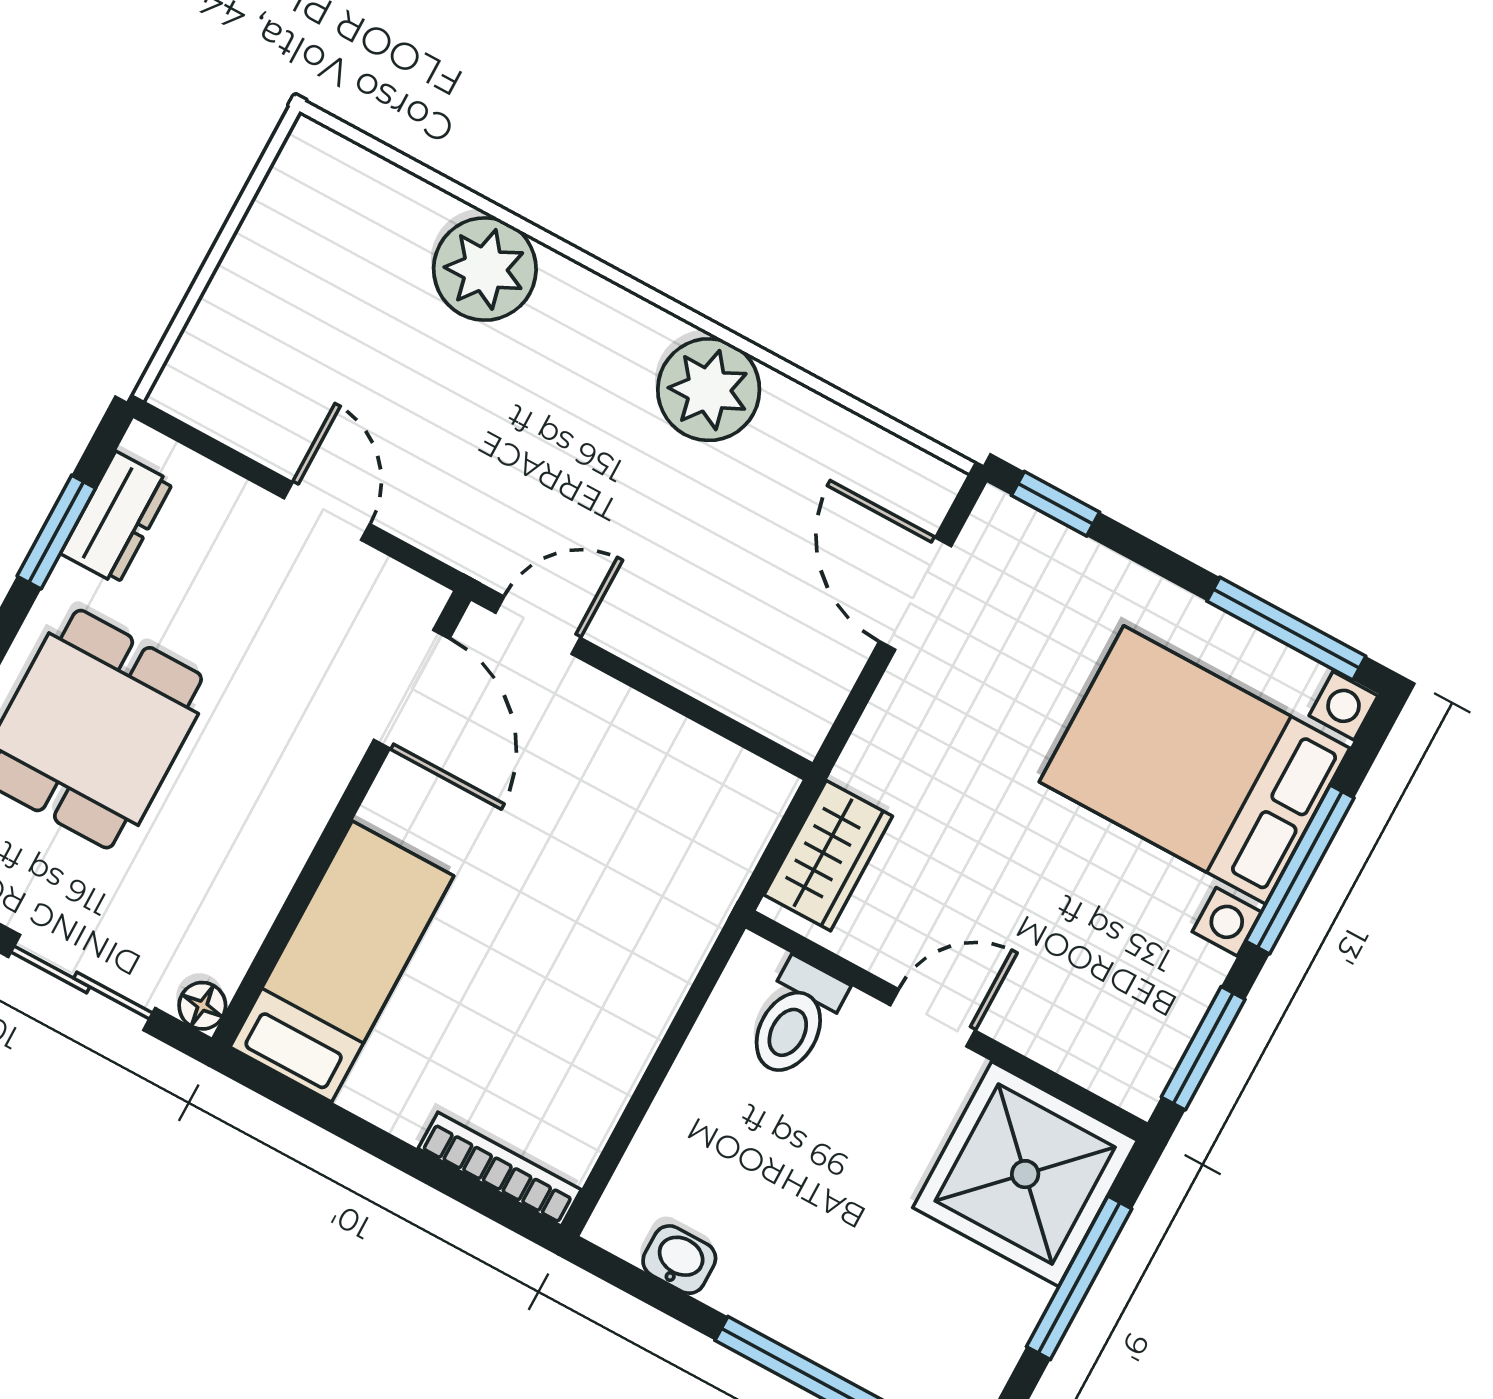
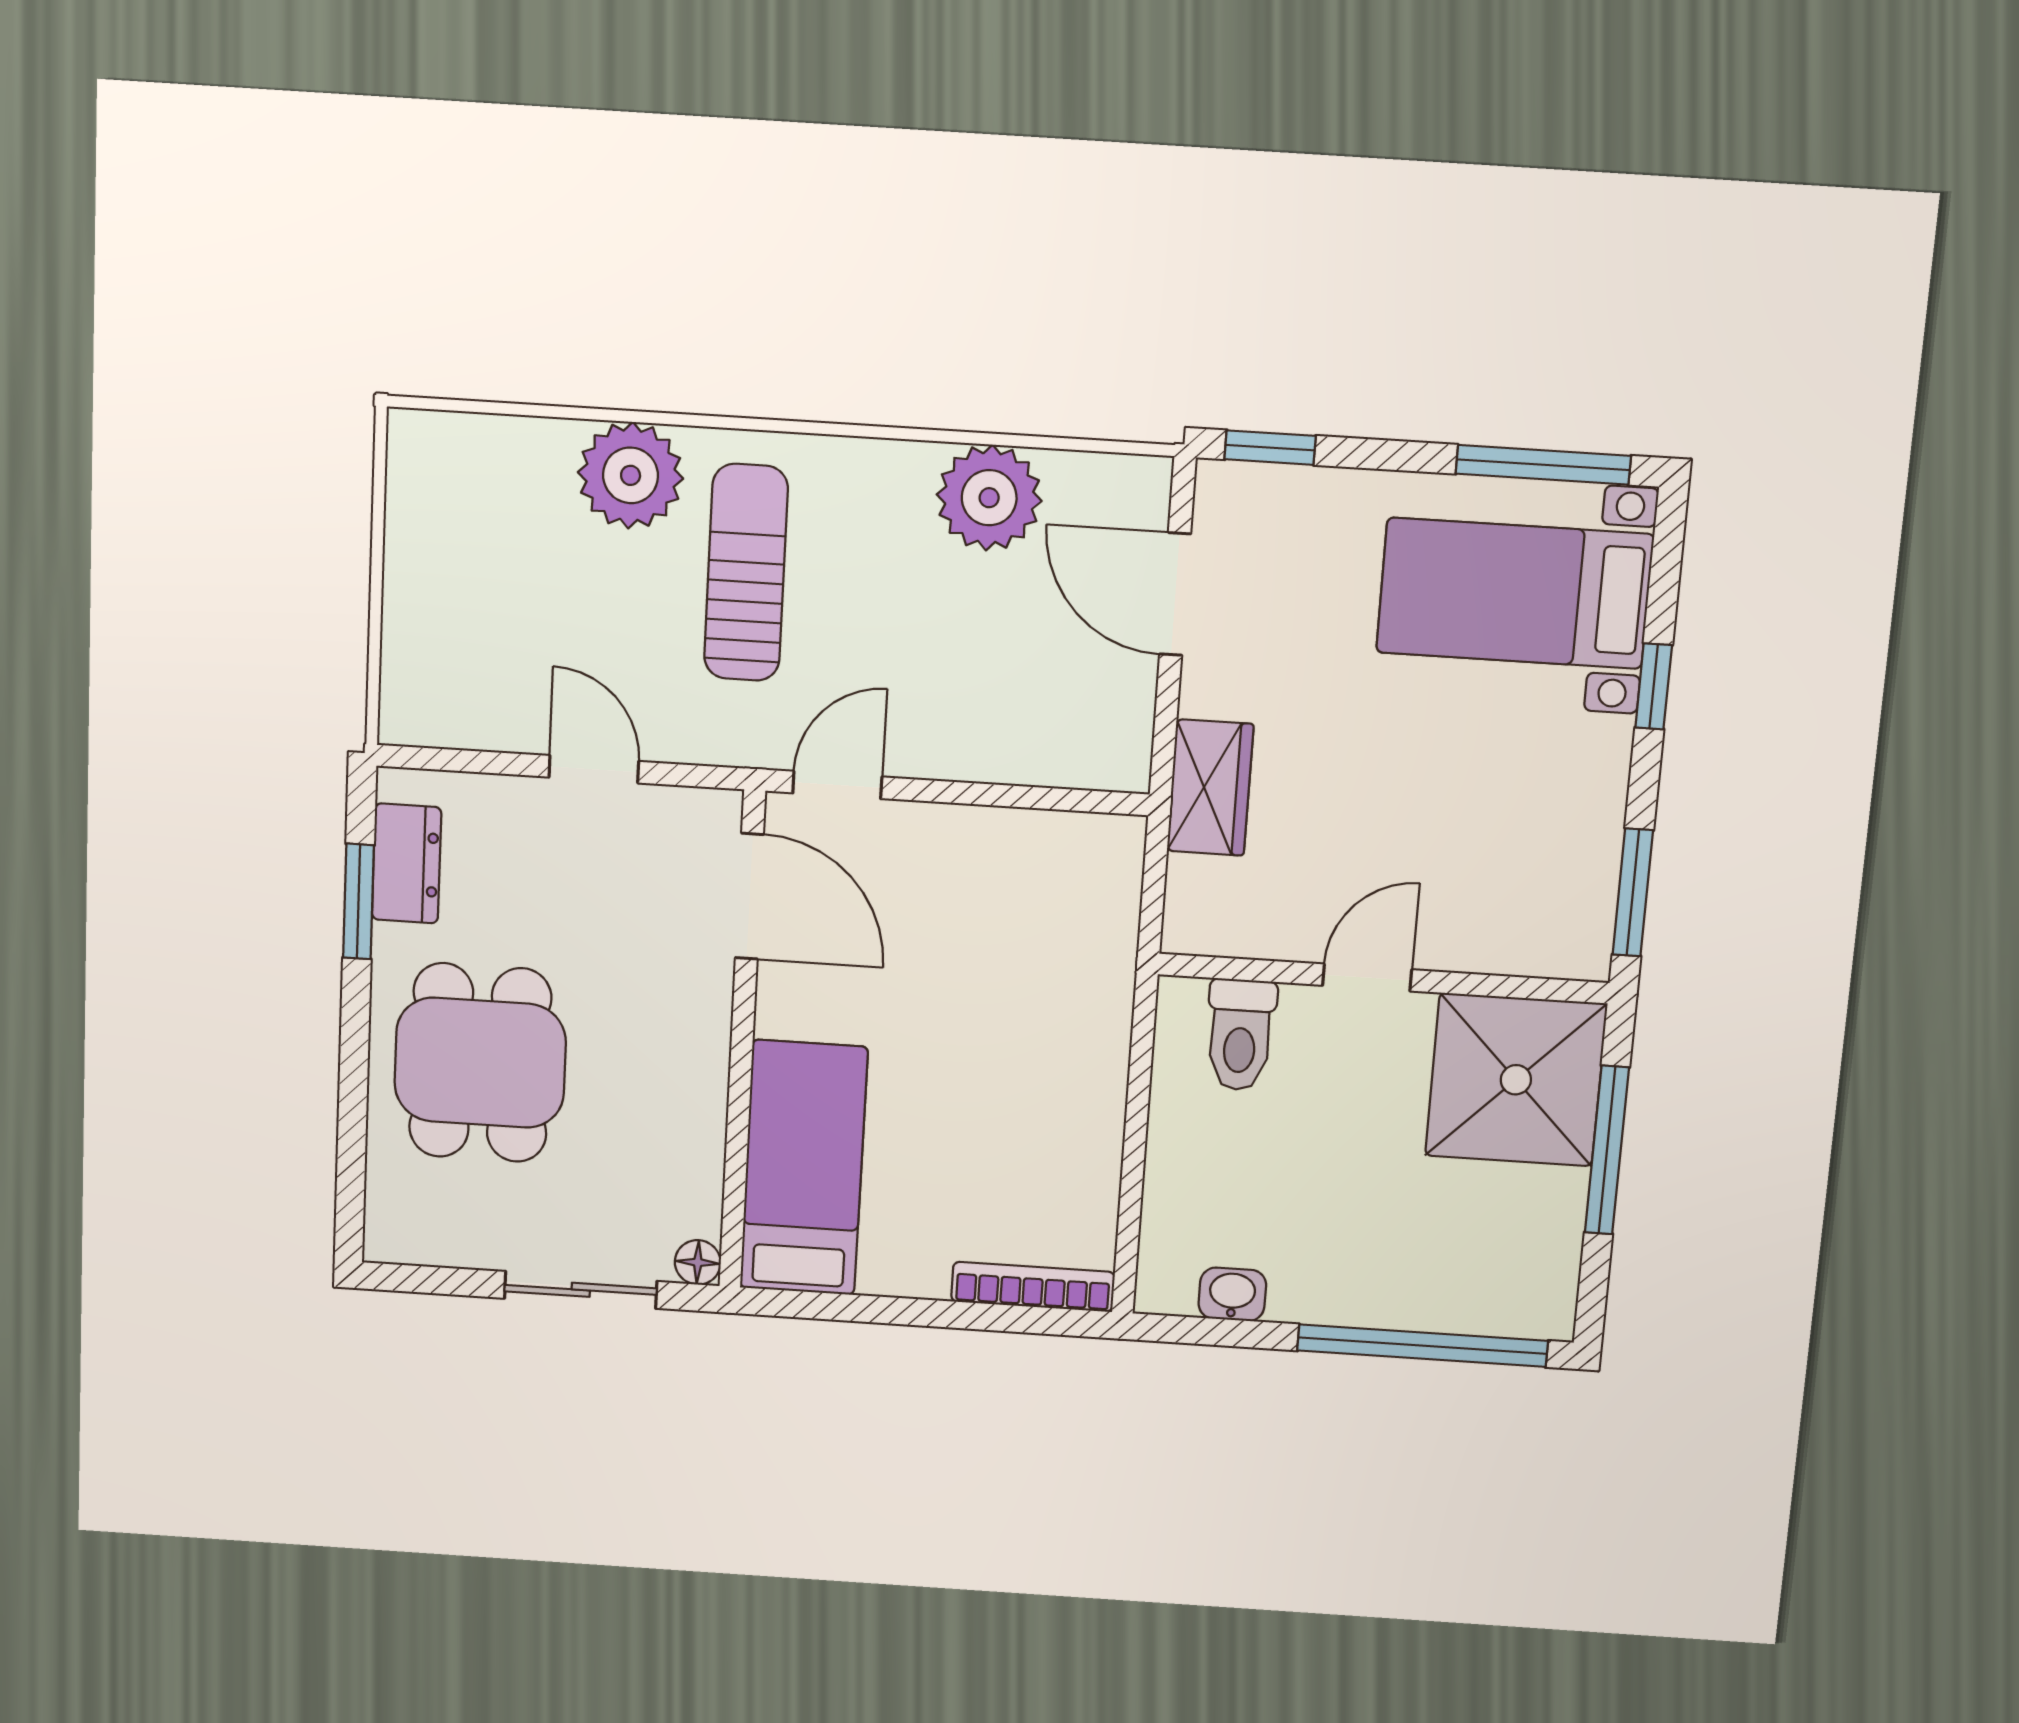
plant: (709, 390) -> (989, 498), moved
sun lounger: (546, 400) -> (746, 573), added
bed with nightstands: (1195, 765) -> (1515, 593), width x0.73
wardrobe: (828, 856) -> (1210, 788), moved
window: (1300, 869) -> (1654, 686), width x0.46

